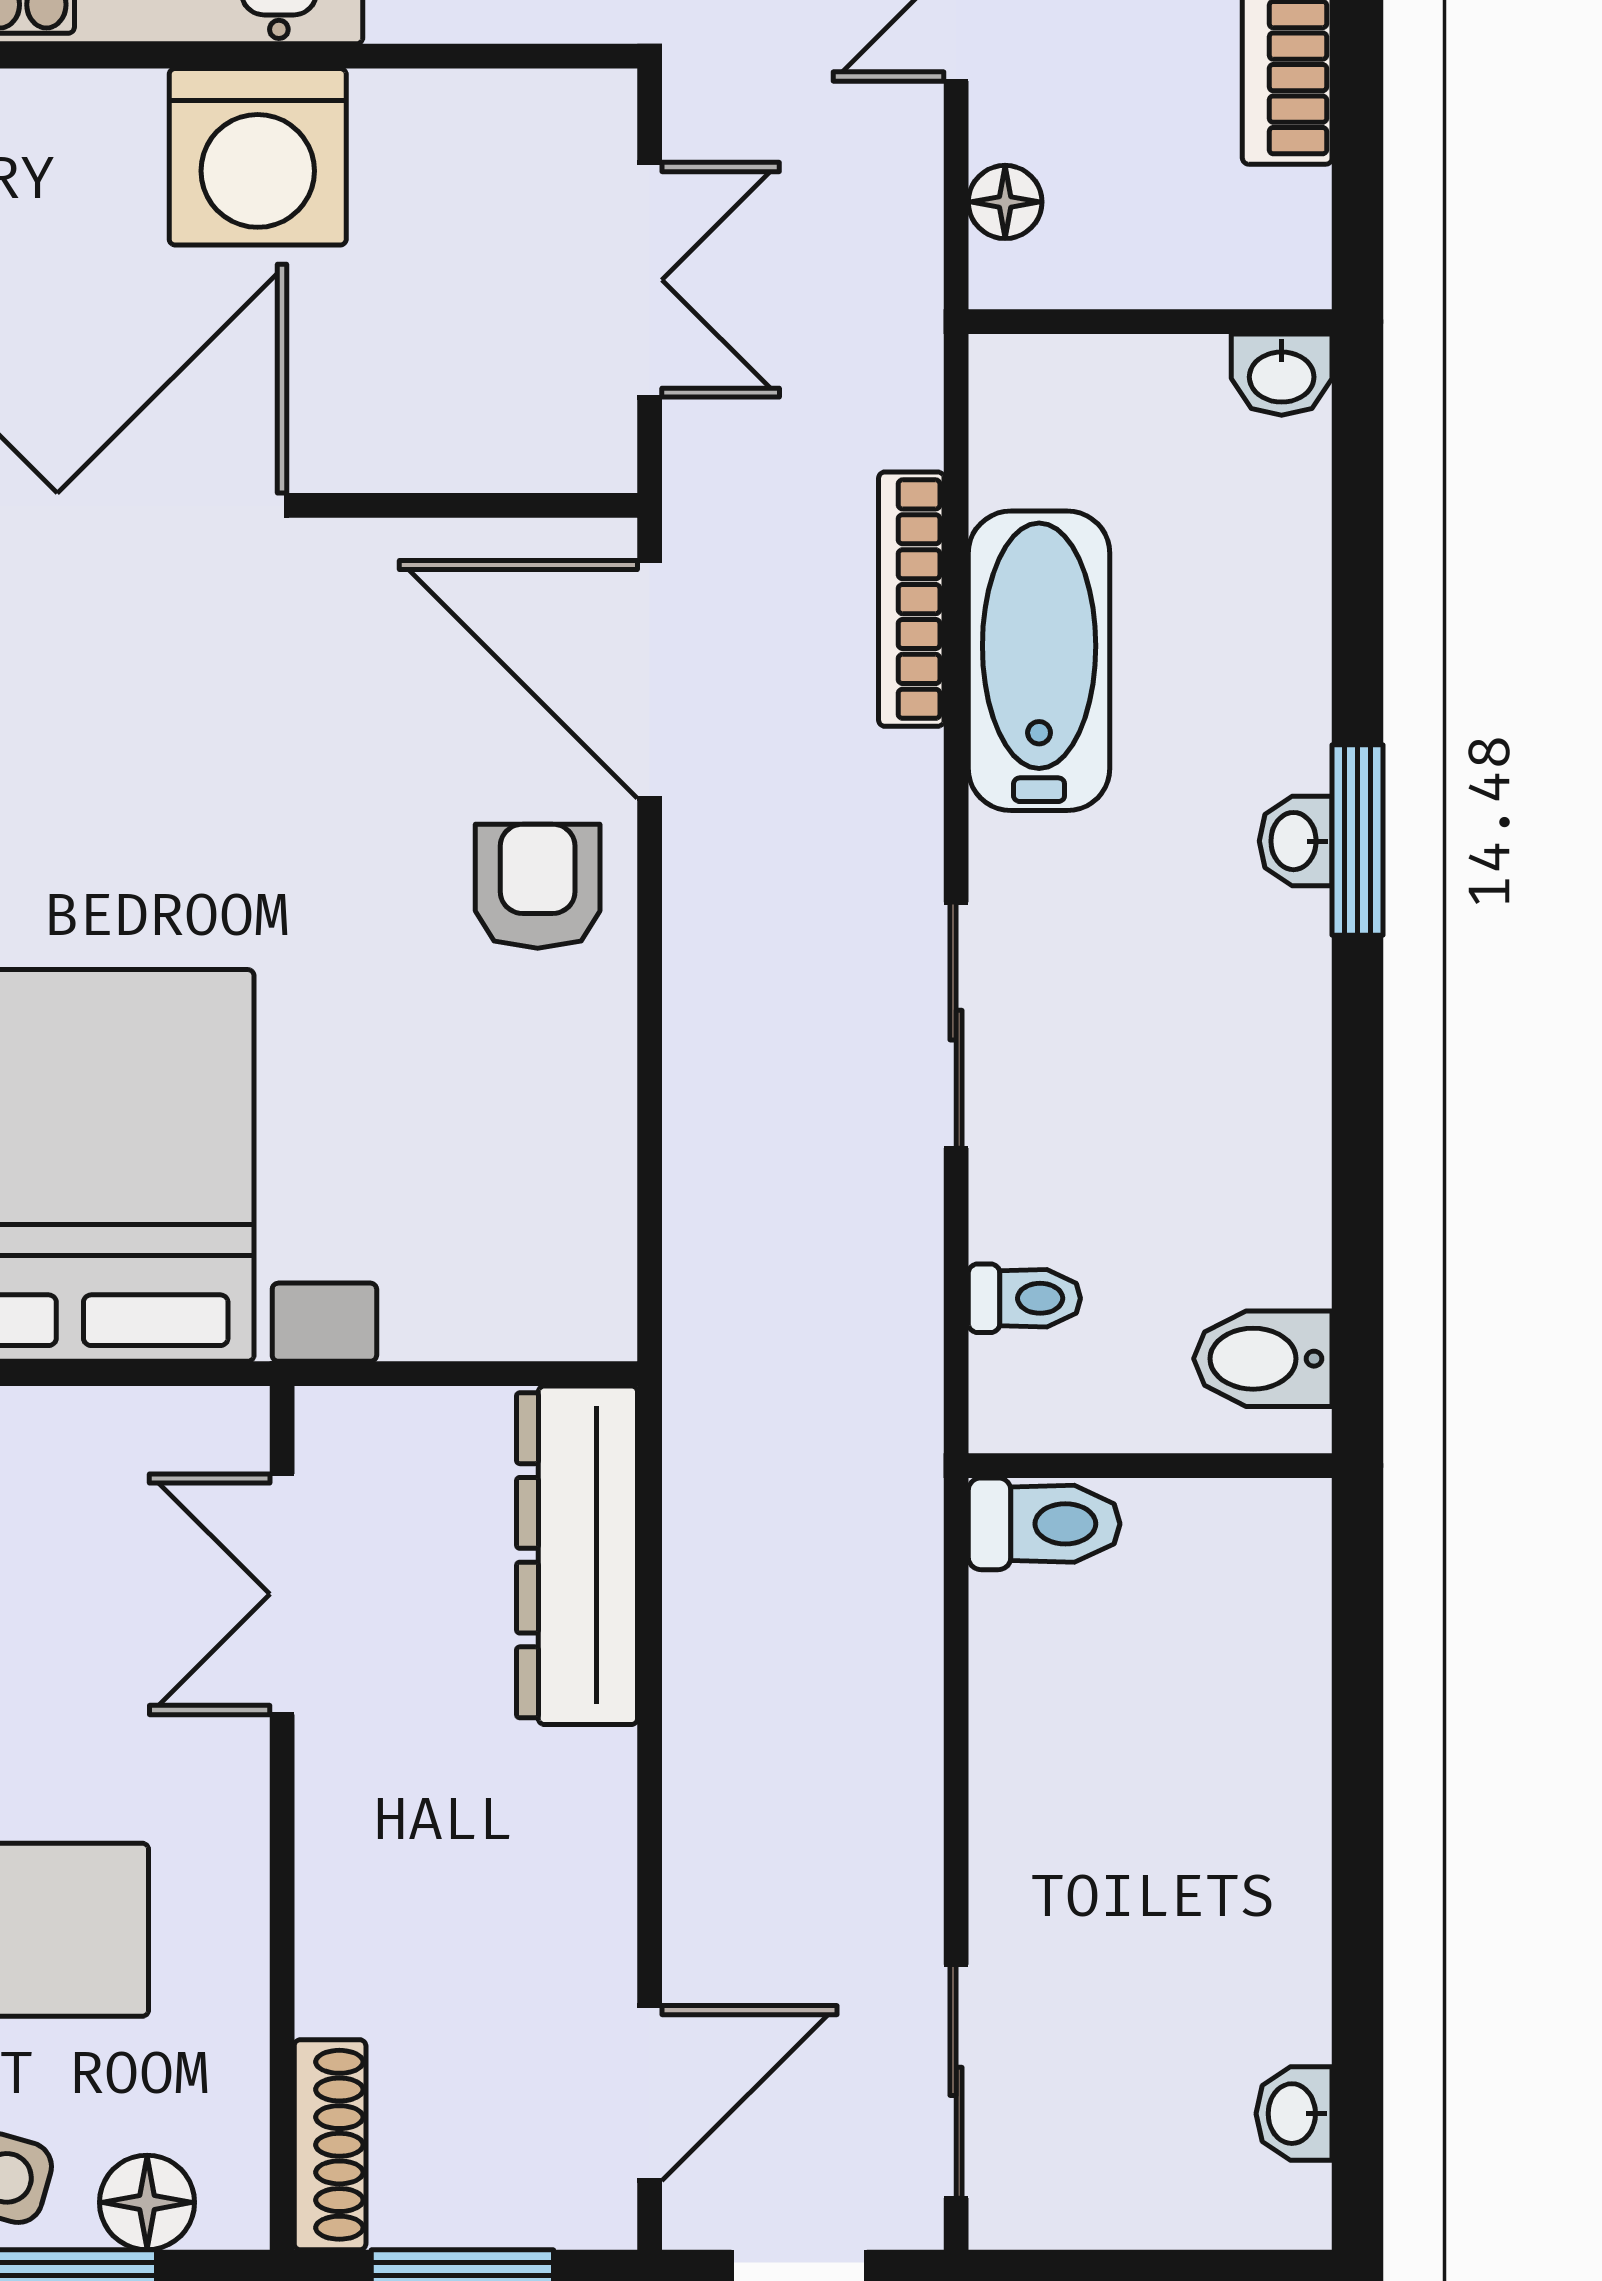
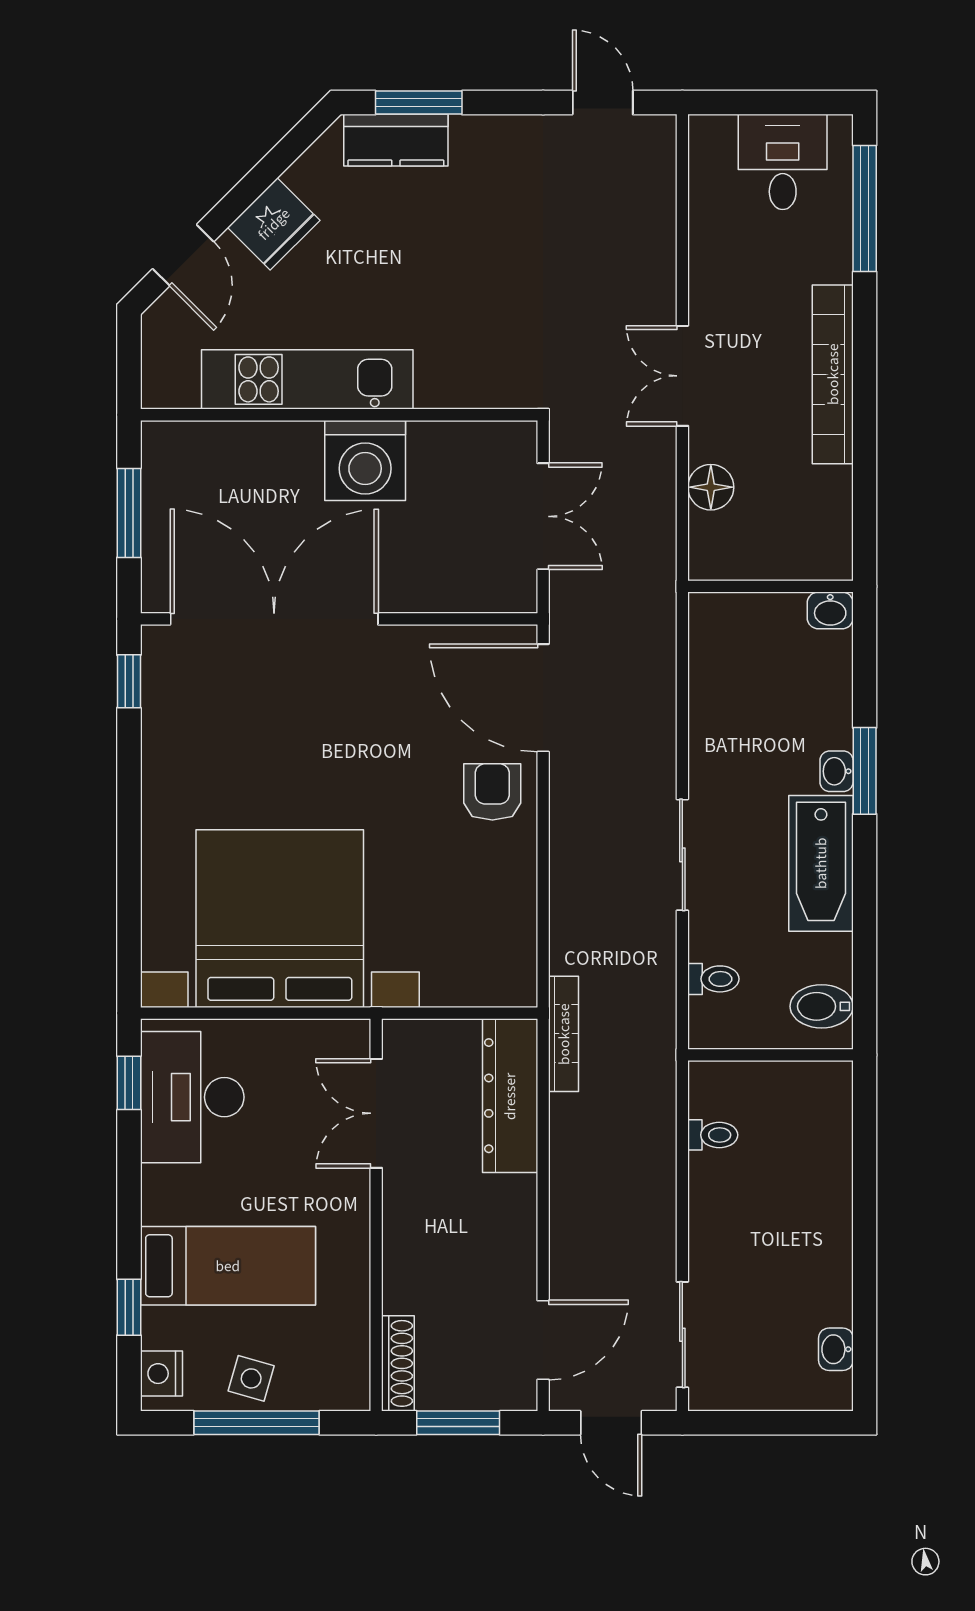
floor lamp: (1005, 202) -> (711, 487), width x1.37, depth x1.37
wall: (1150, 322) -> (770, 586), moved
washbasin: (1282, 375) -> (830, 610), moved
bookcase: (911, 599) -> (564, 1034), moved, turned 180
bathtub: (1039, 661) -> (821, 863), moved, turned 180
toilet: (1044, 1524) -> (713, 1135), moved, width x0.73, depth x0.72
floor lamp: (147, 2202) -> (315, 1390), removed

